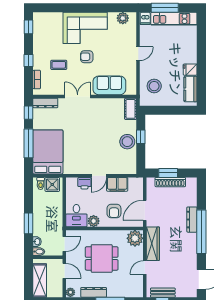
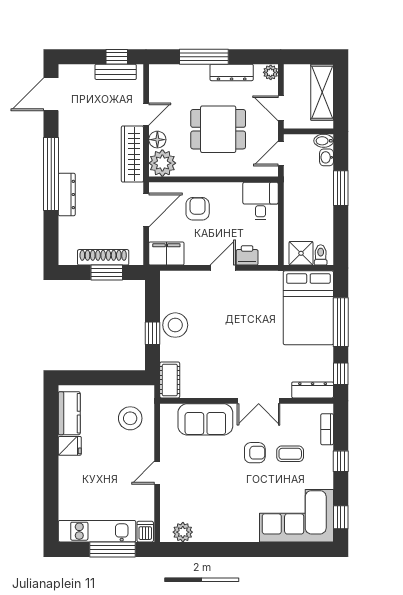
corner sofa: (85, 28) -> (297, 516), moved
armchair: (87, 57) -> (255, 453), moved
filing cabinet: (117, 184) -> (166, 253), moved
plant: (94, 221) -> (232, 192), removed
floor lamp: (138, 252) -> (157, 140), added

